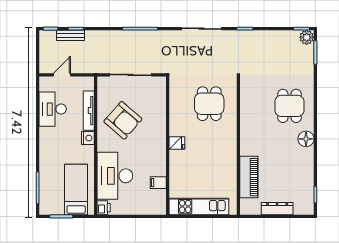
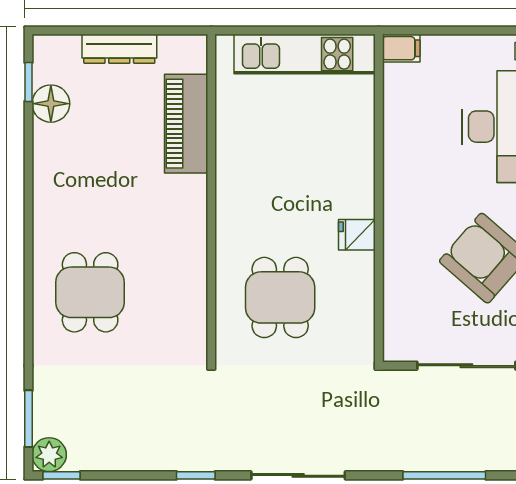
floor lamp: (306, 139) -> (51, 104), moved
fridge: (177, 143) -> (357, 235), moved
filing cabinet: (158, 183) -> (401, 48), moved

